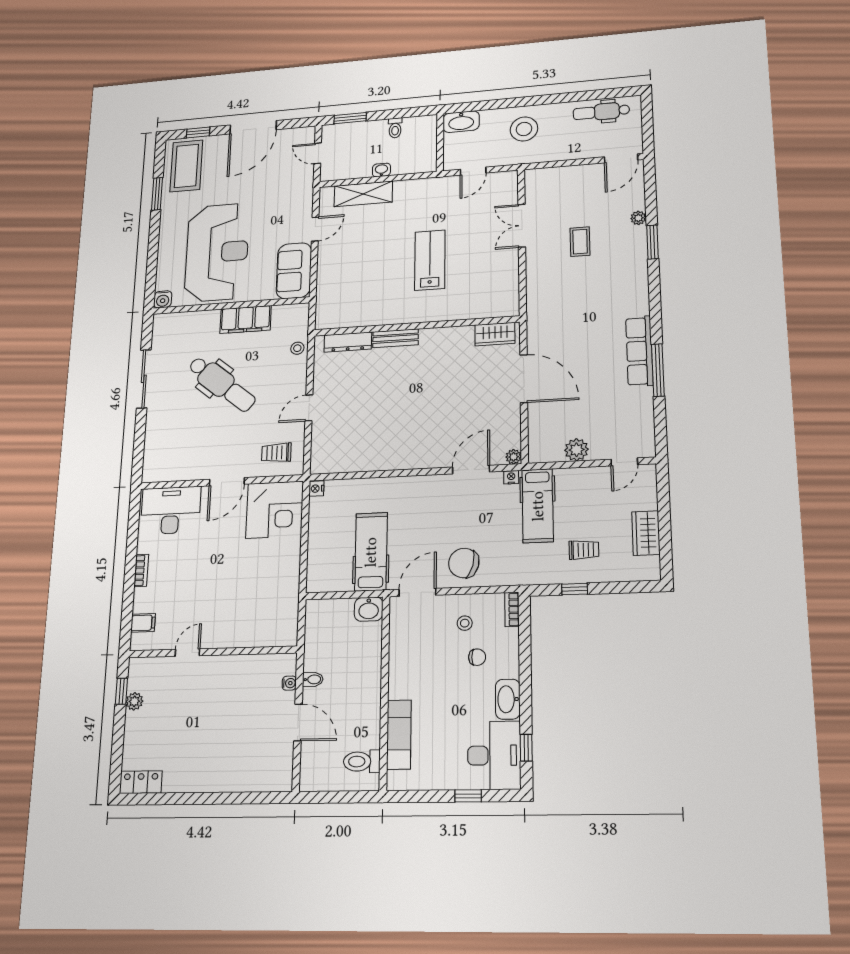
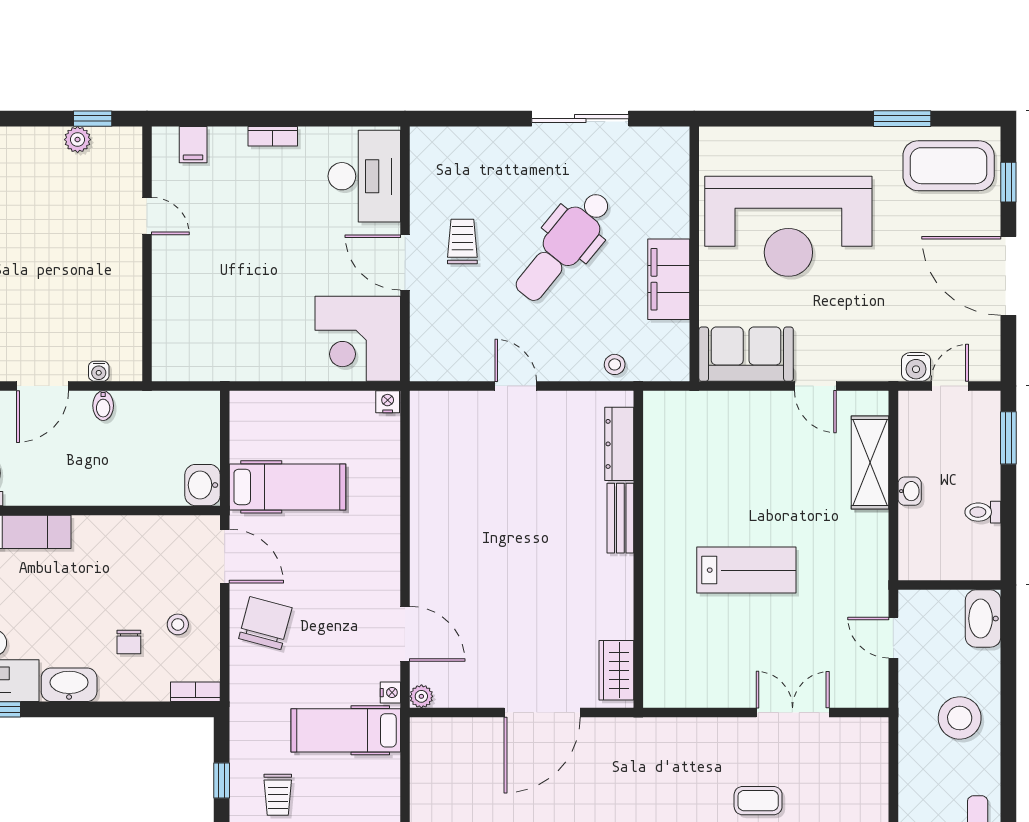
water cooler: (163, 299) -> (916, 367), moved, turned -90
plant: (577, 450) -> (427, 788), removed
trolley: (276, 453) -> (462, 241), moved

